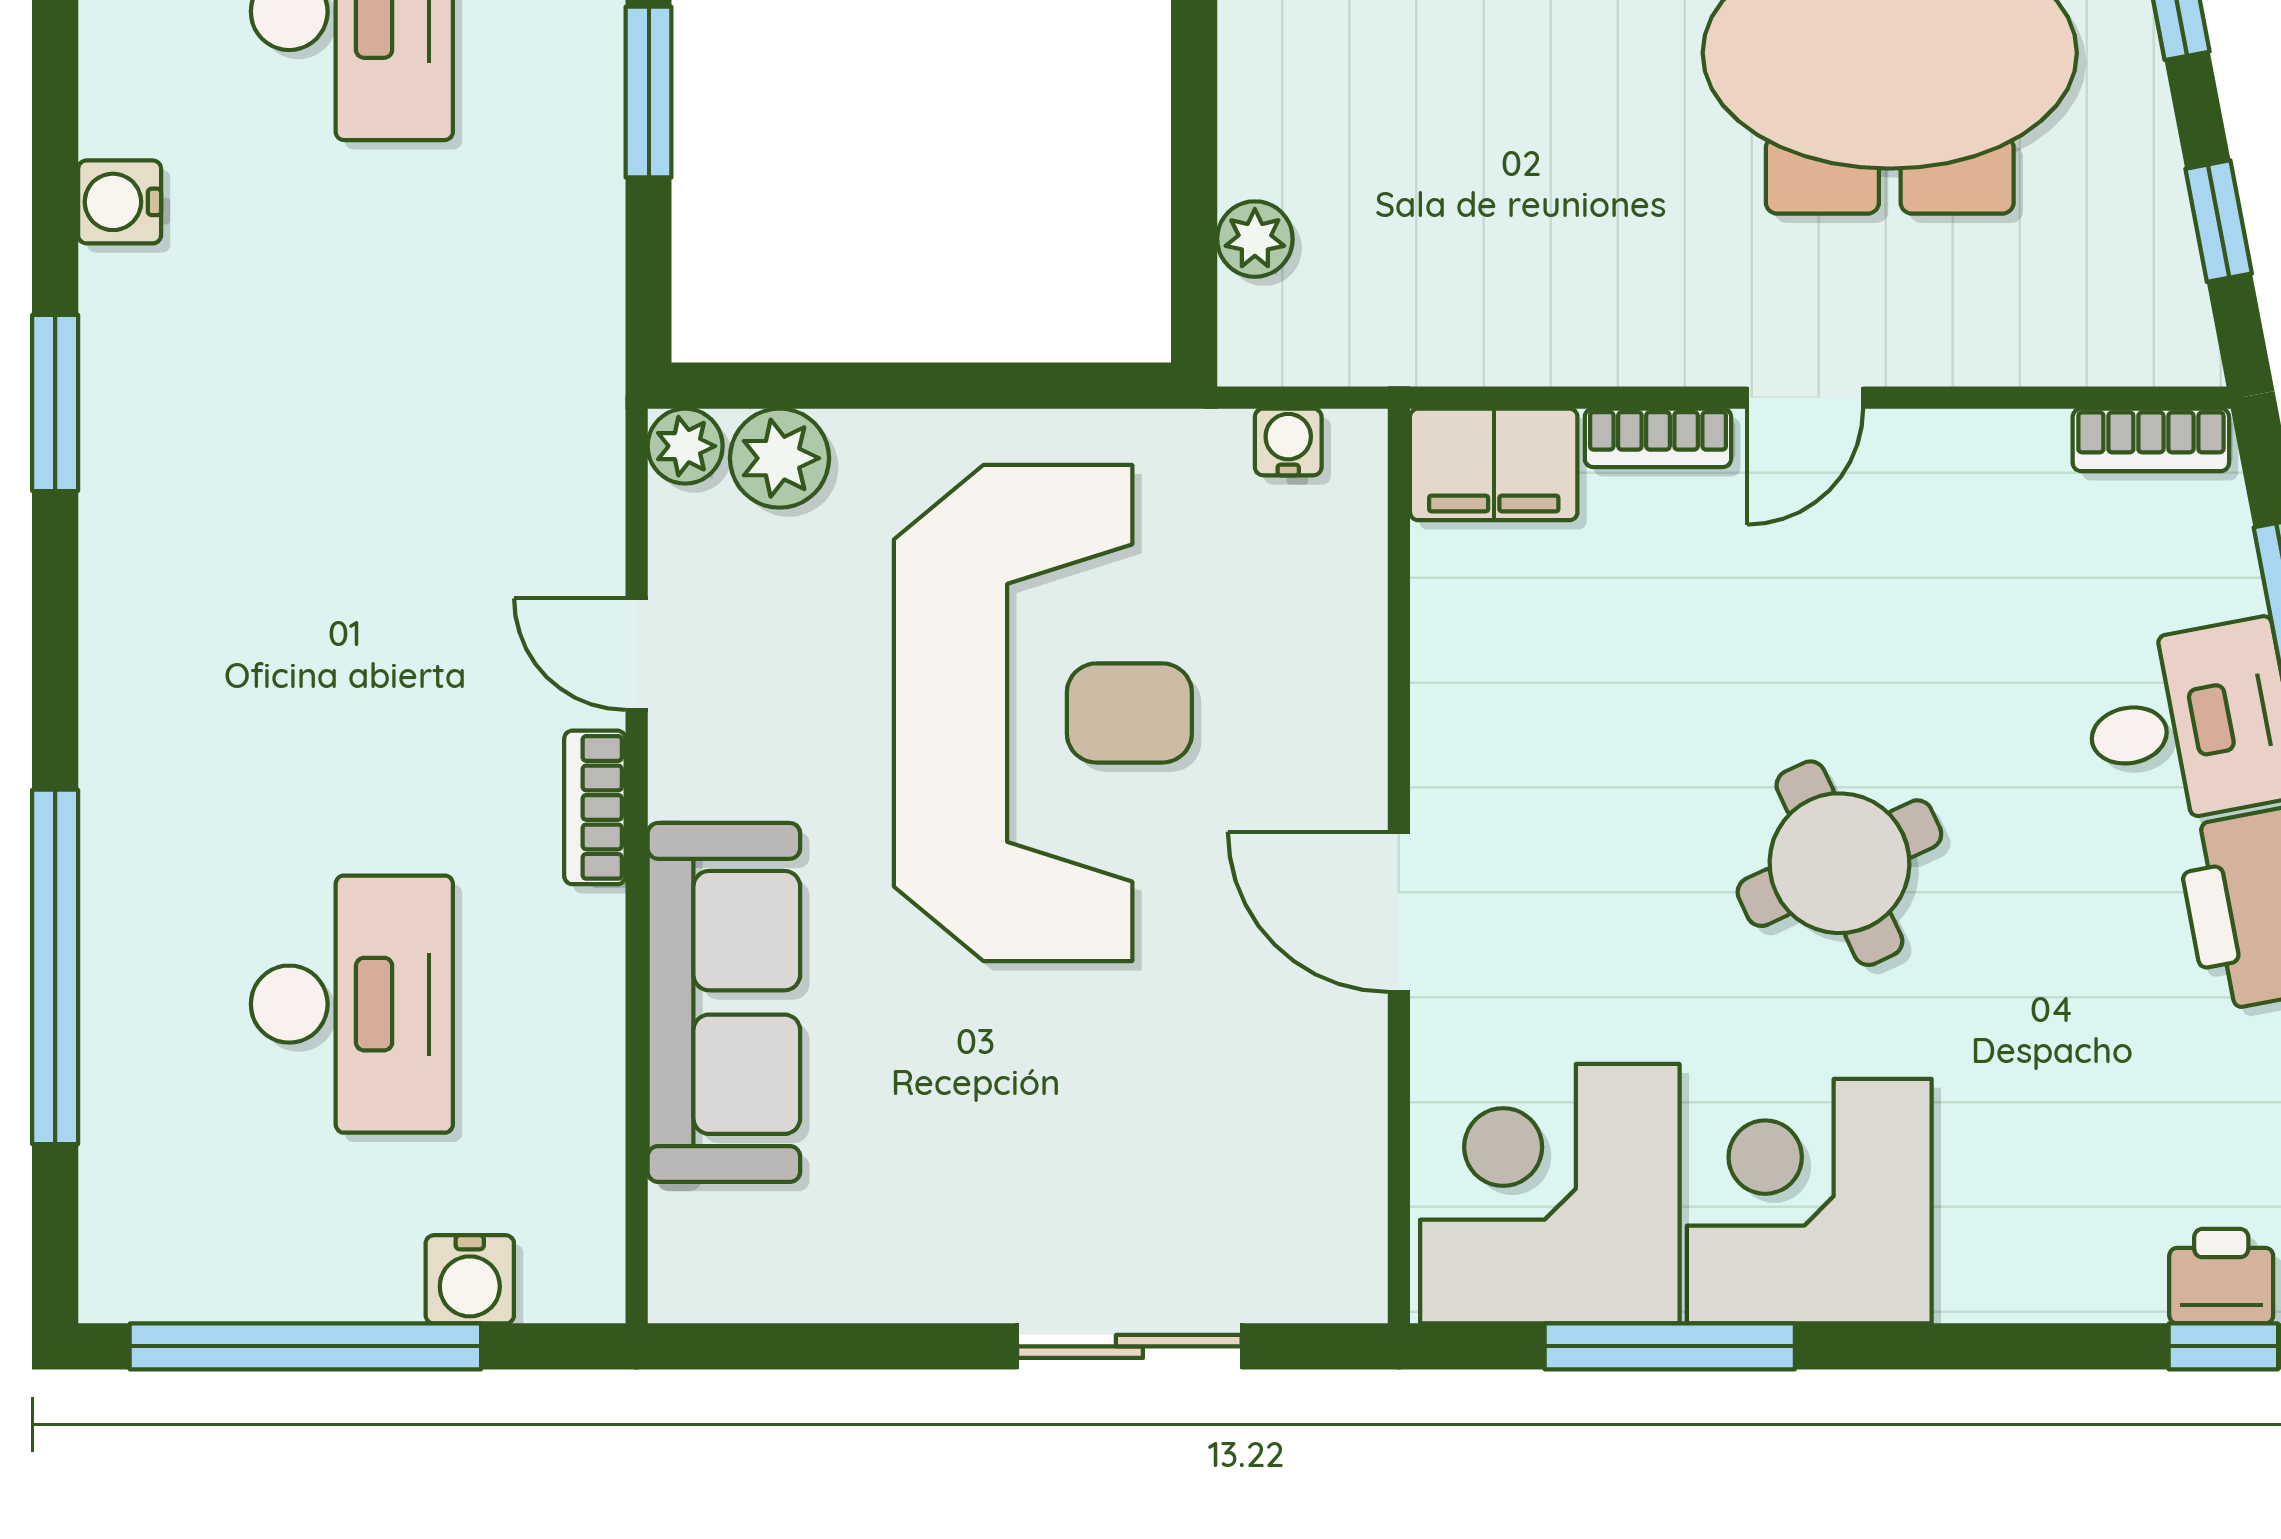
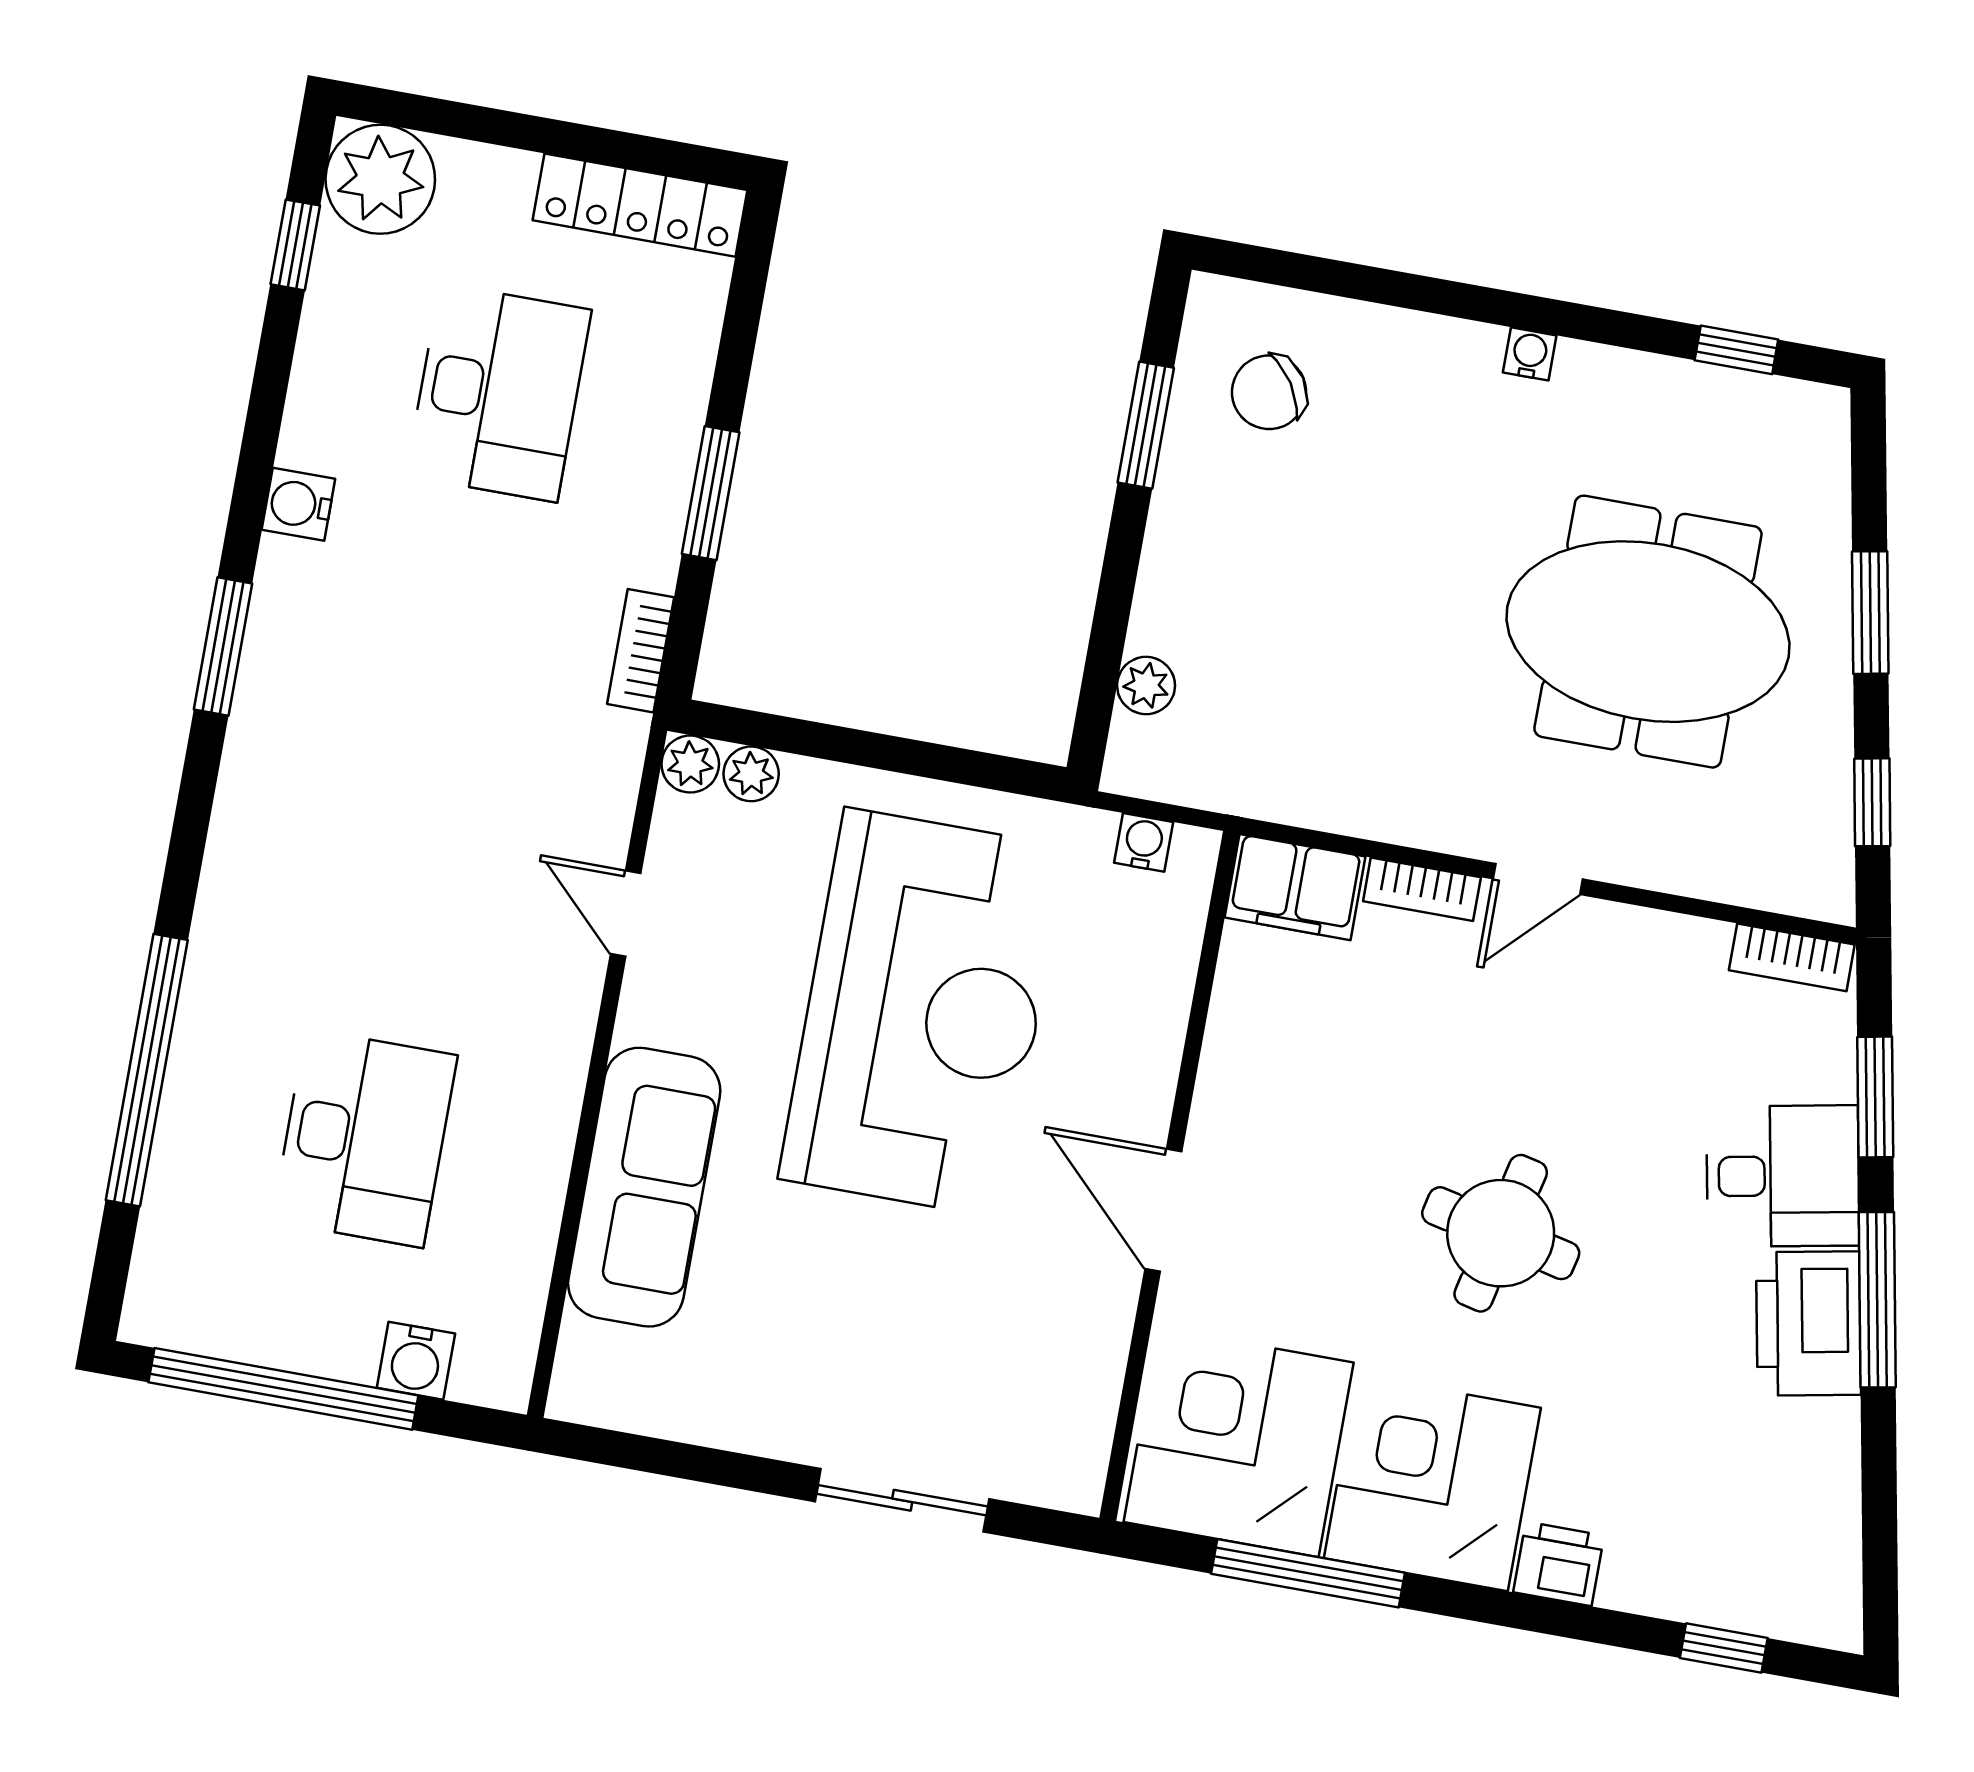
plant: (780, 458) -> (751, 774), width x0.73, depth x0.73
bookcase: (595, 807) -> (641, 651), moved
round table: (1839, 863) -> (1501, 1233), turned 38
printer: (2221, 1276) -> (1559, 1564), moved

